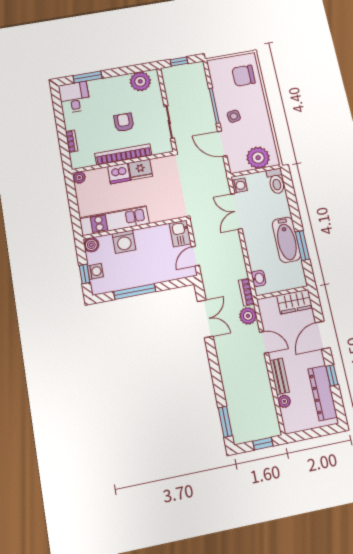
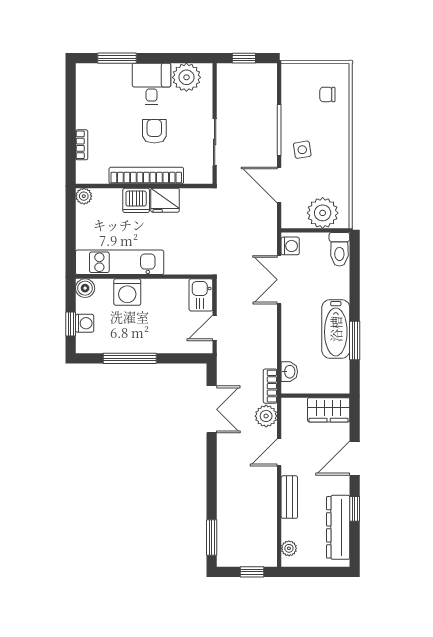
chair: (244, 76) -> (327, 94), width x0.54, depth x0.54
desk: (74, 97) -> (152, 84), moved
door: (264, 342) -> (279, 452), swing flipped
plant: (284, 401) -> (289, 548), moved

